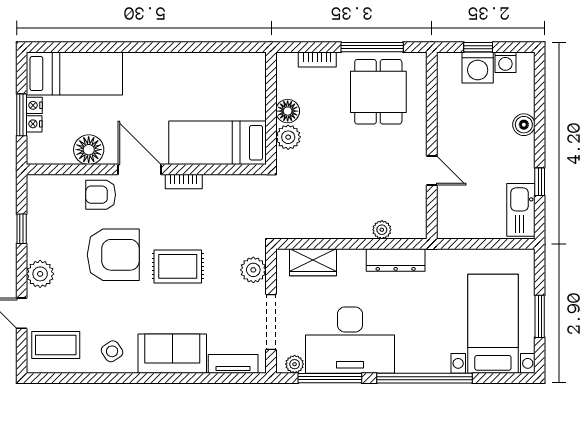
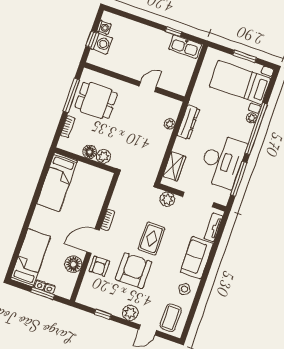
boiler: (524, 125) -> (140, 29), removed
bed: (218, 143) -> (57, 182), moved
plant: (295, 364) -> (252, 118), moved

